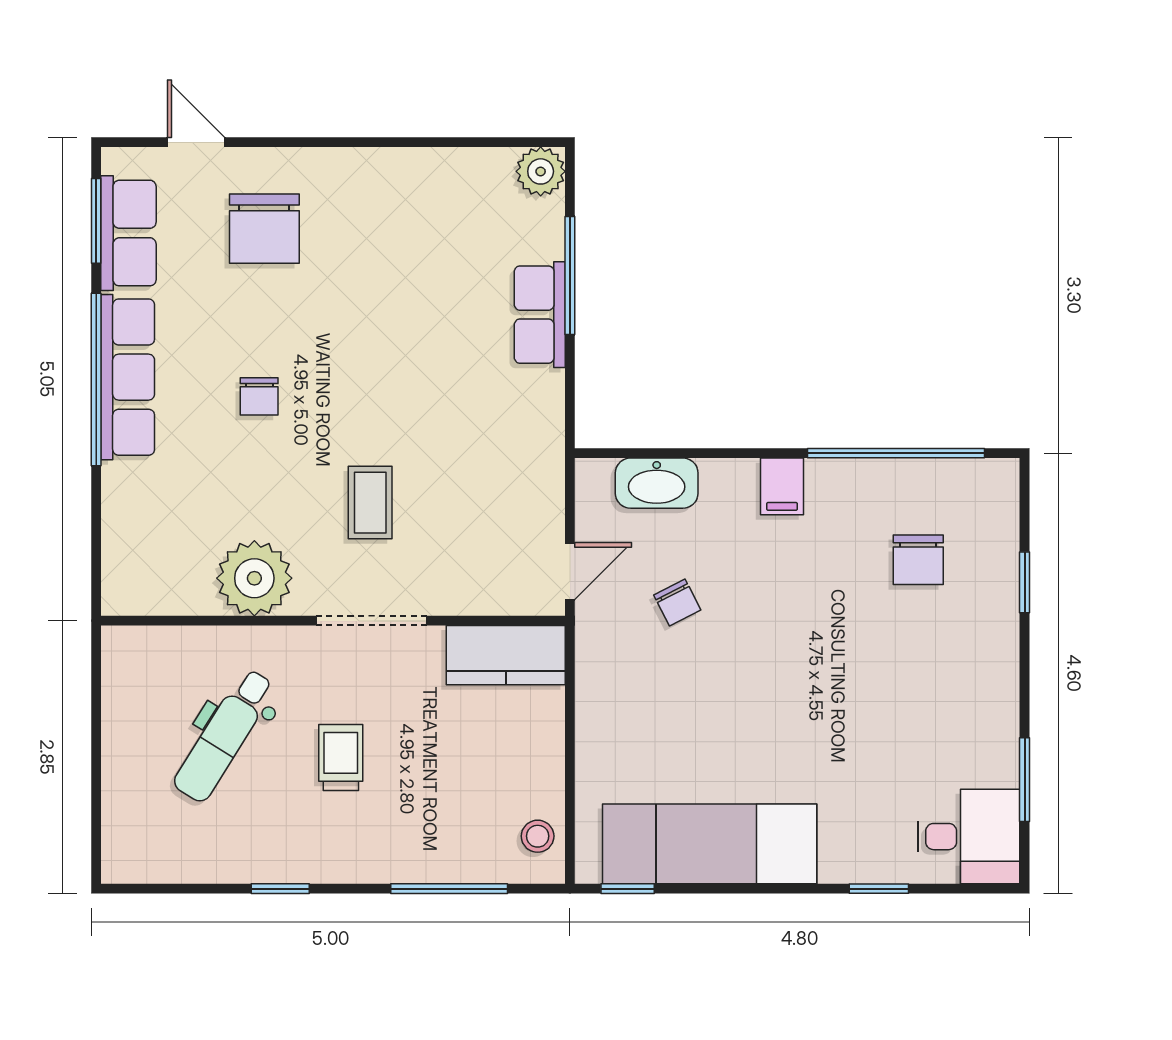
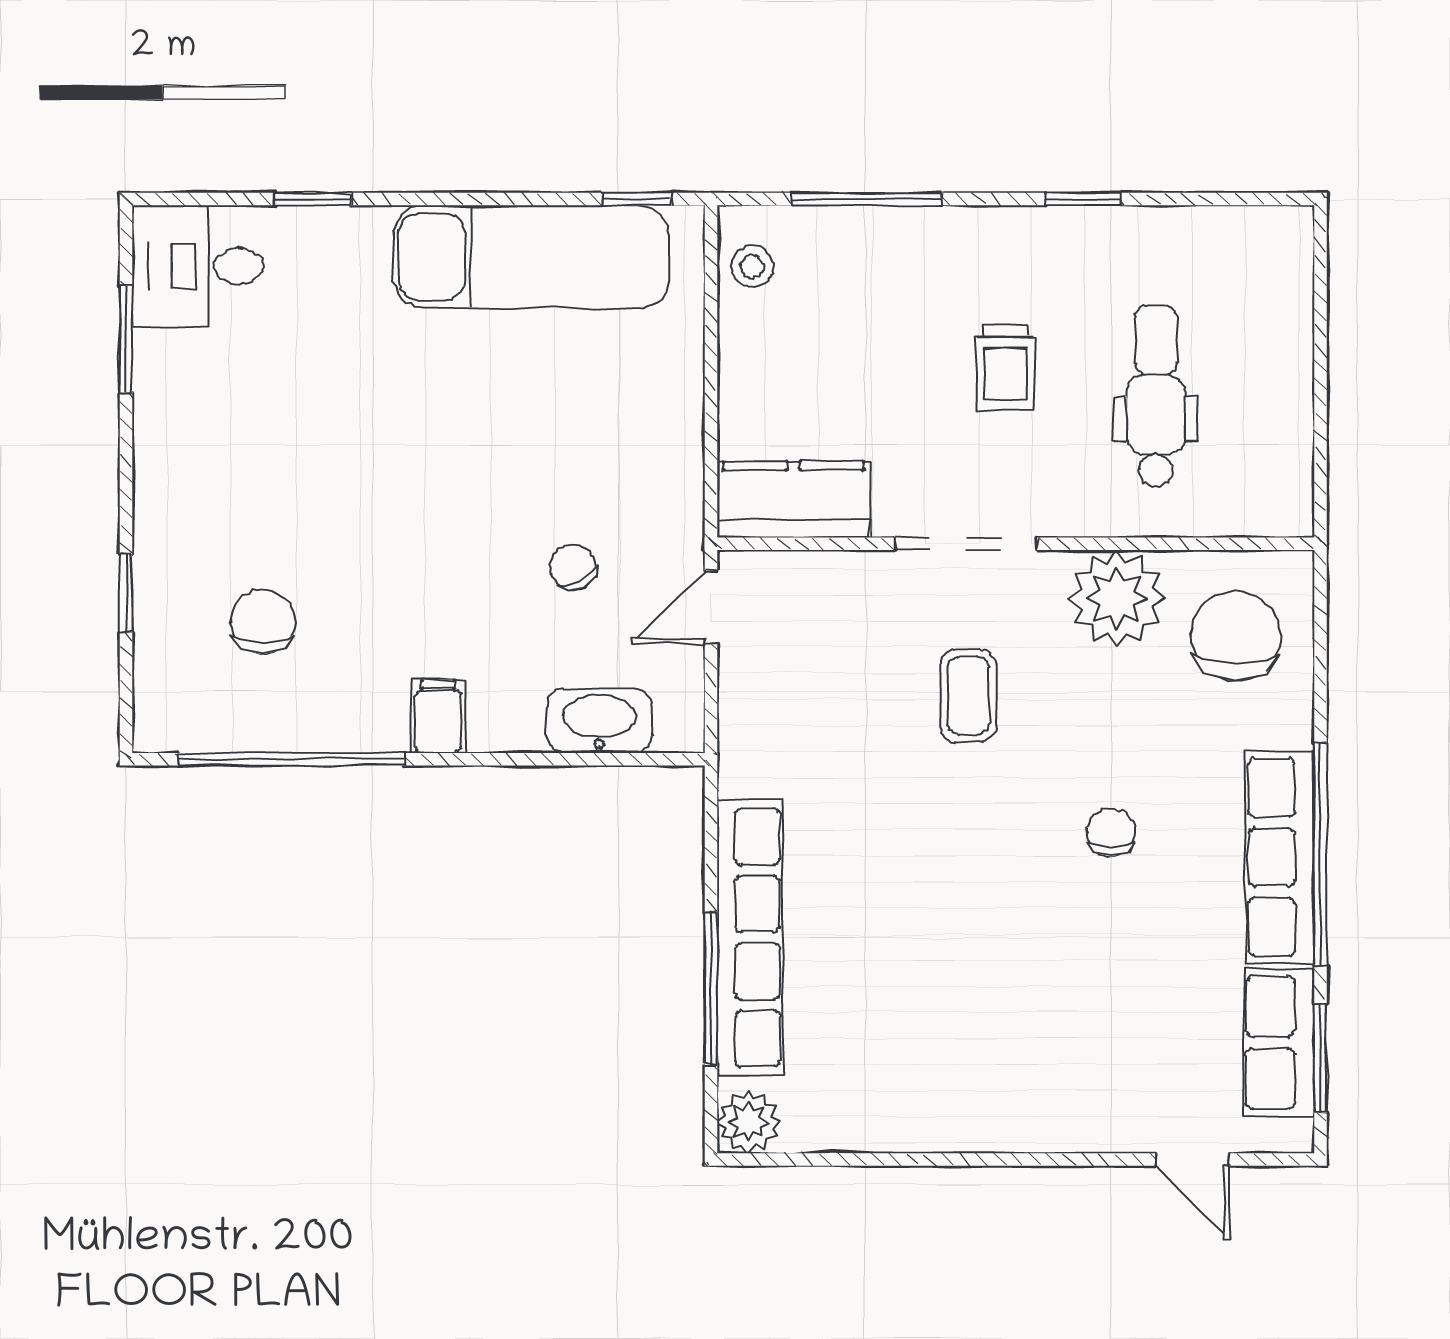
chair: (264, 229) -> (1236, 636), moved
row of seats: (540, 315) -> (750, 938), width x2.02
dental chair: (224, 735) -> (1156, 396), turned -32

